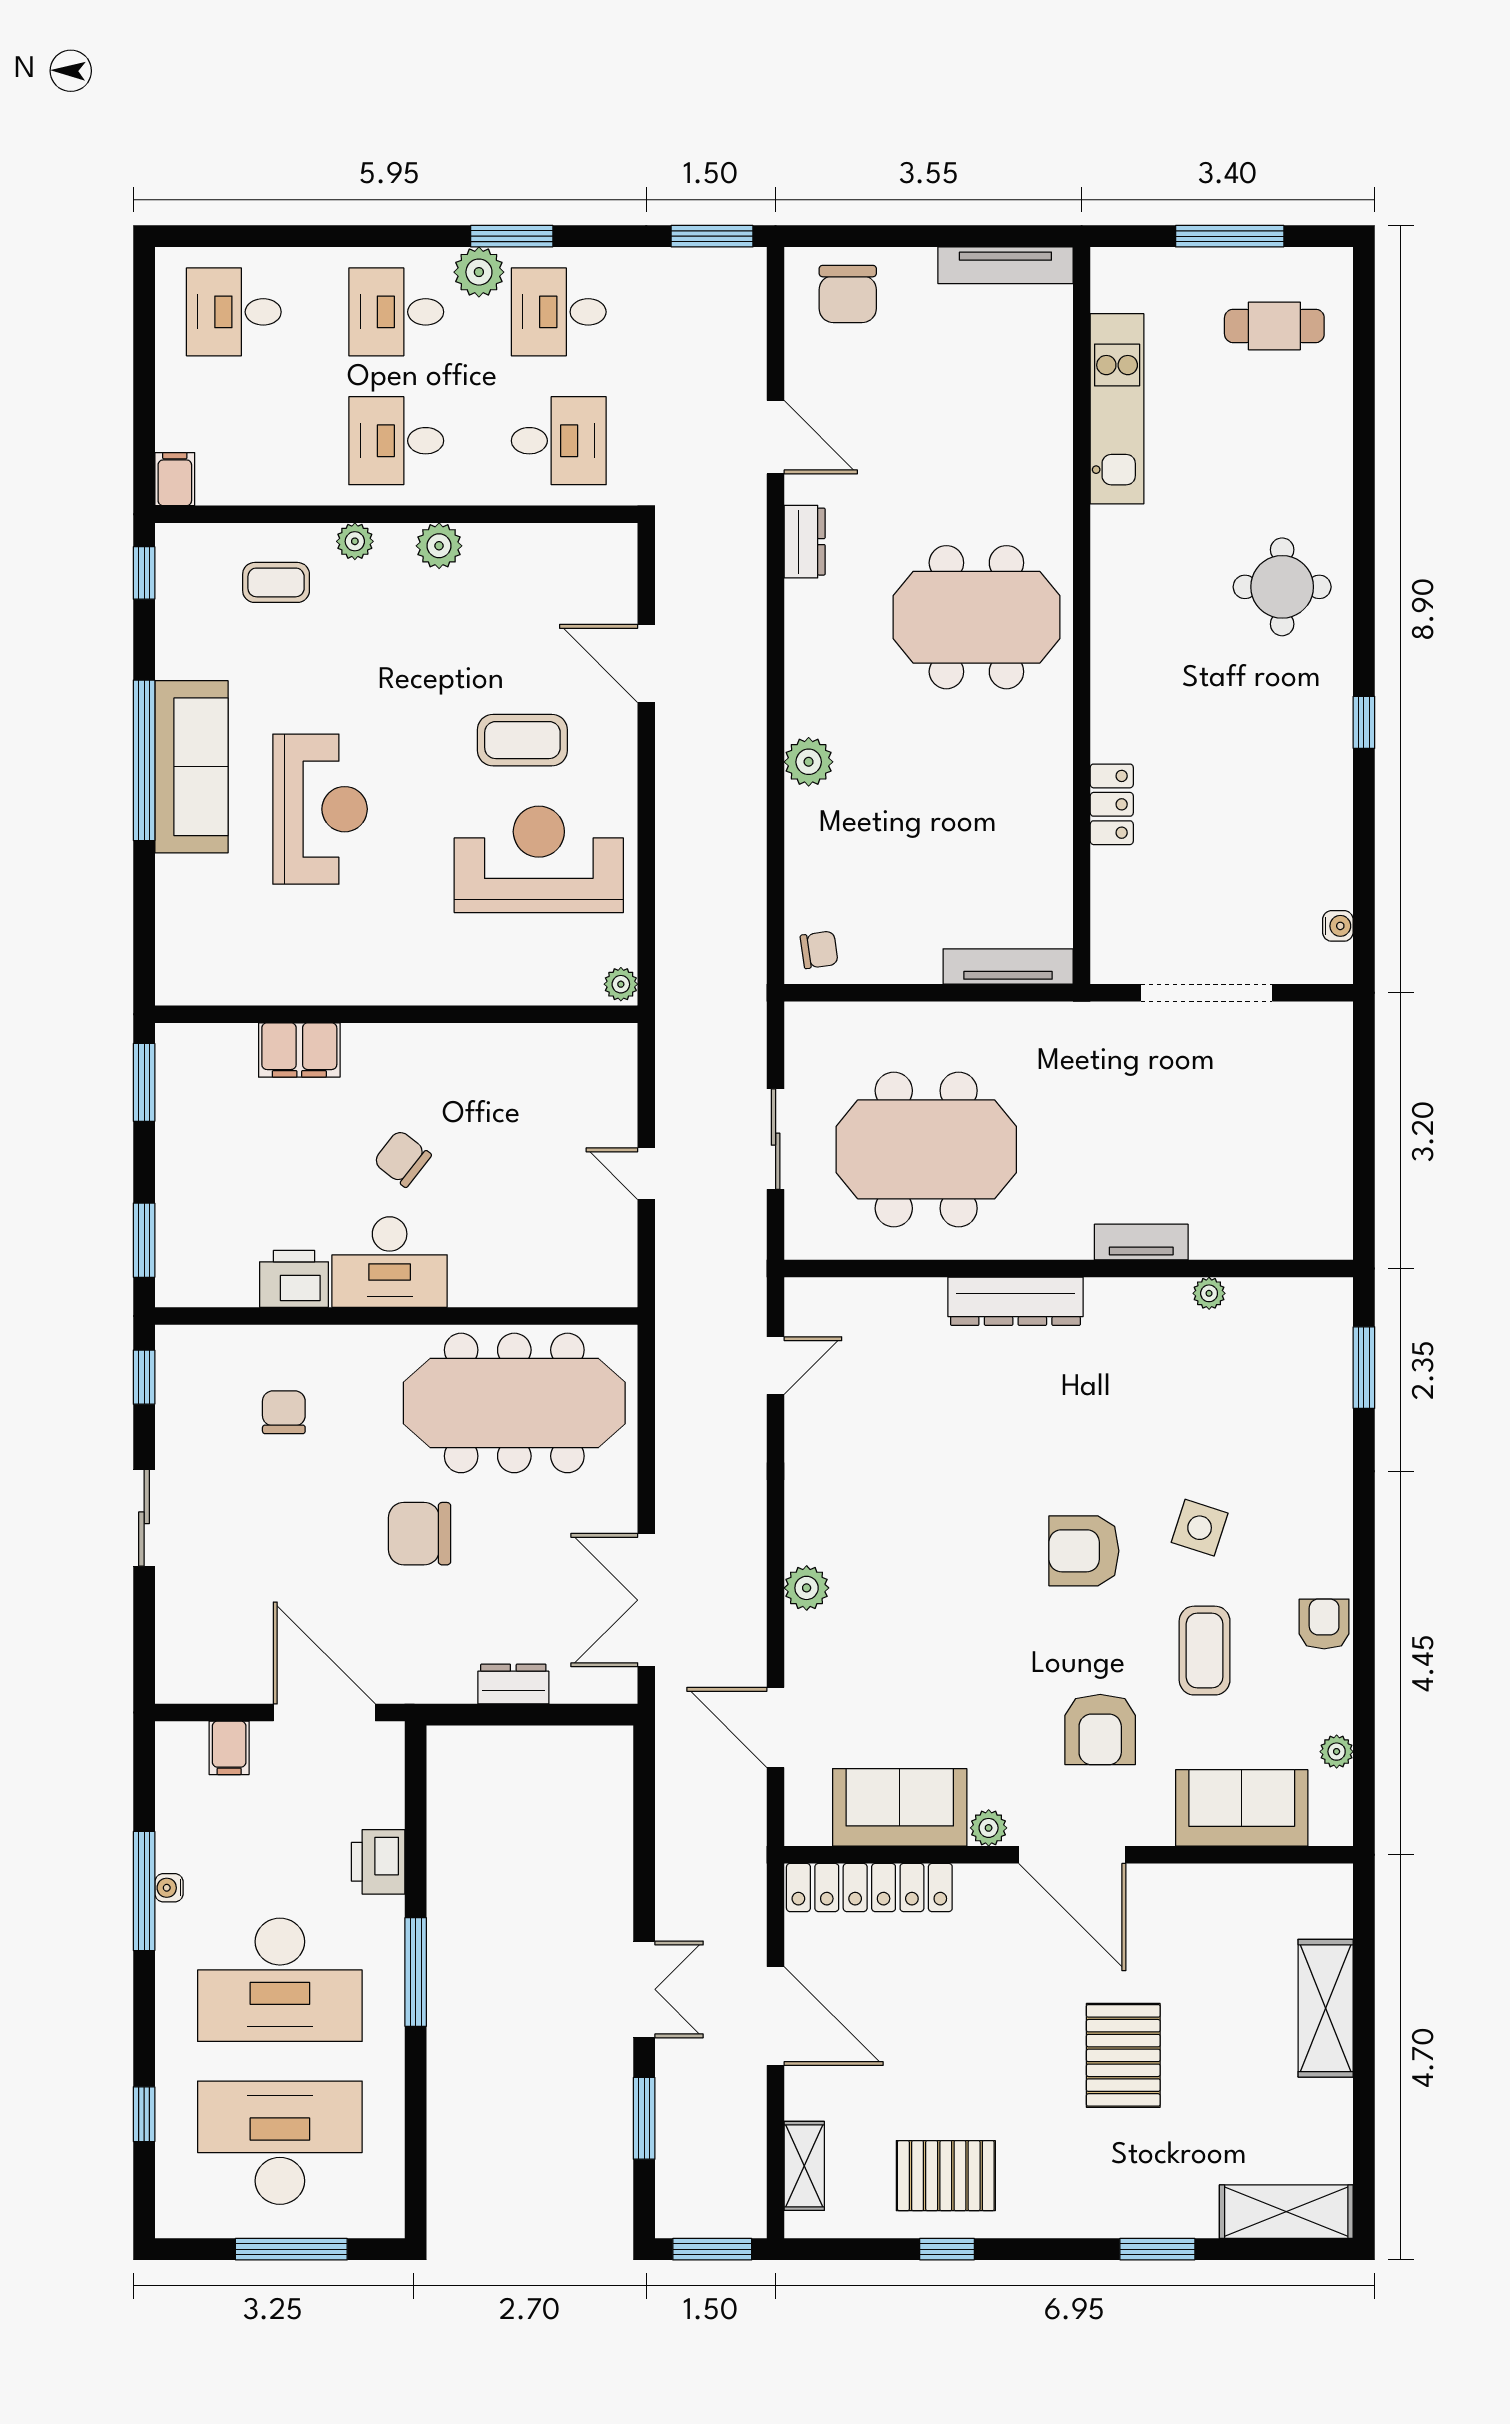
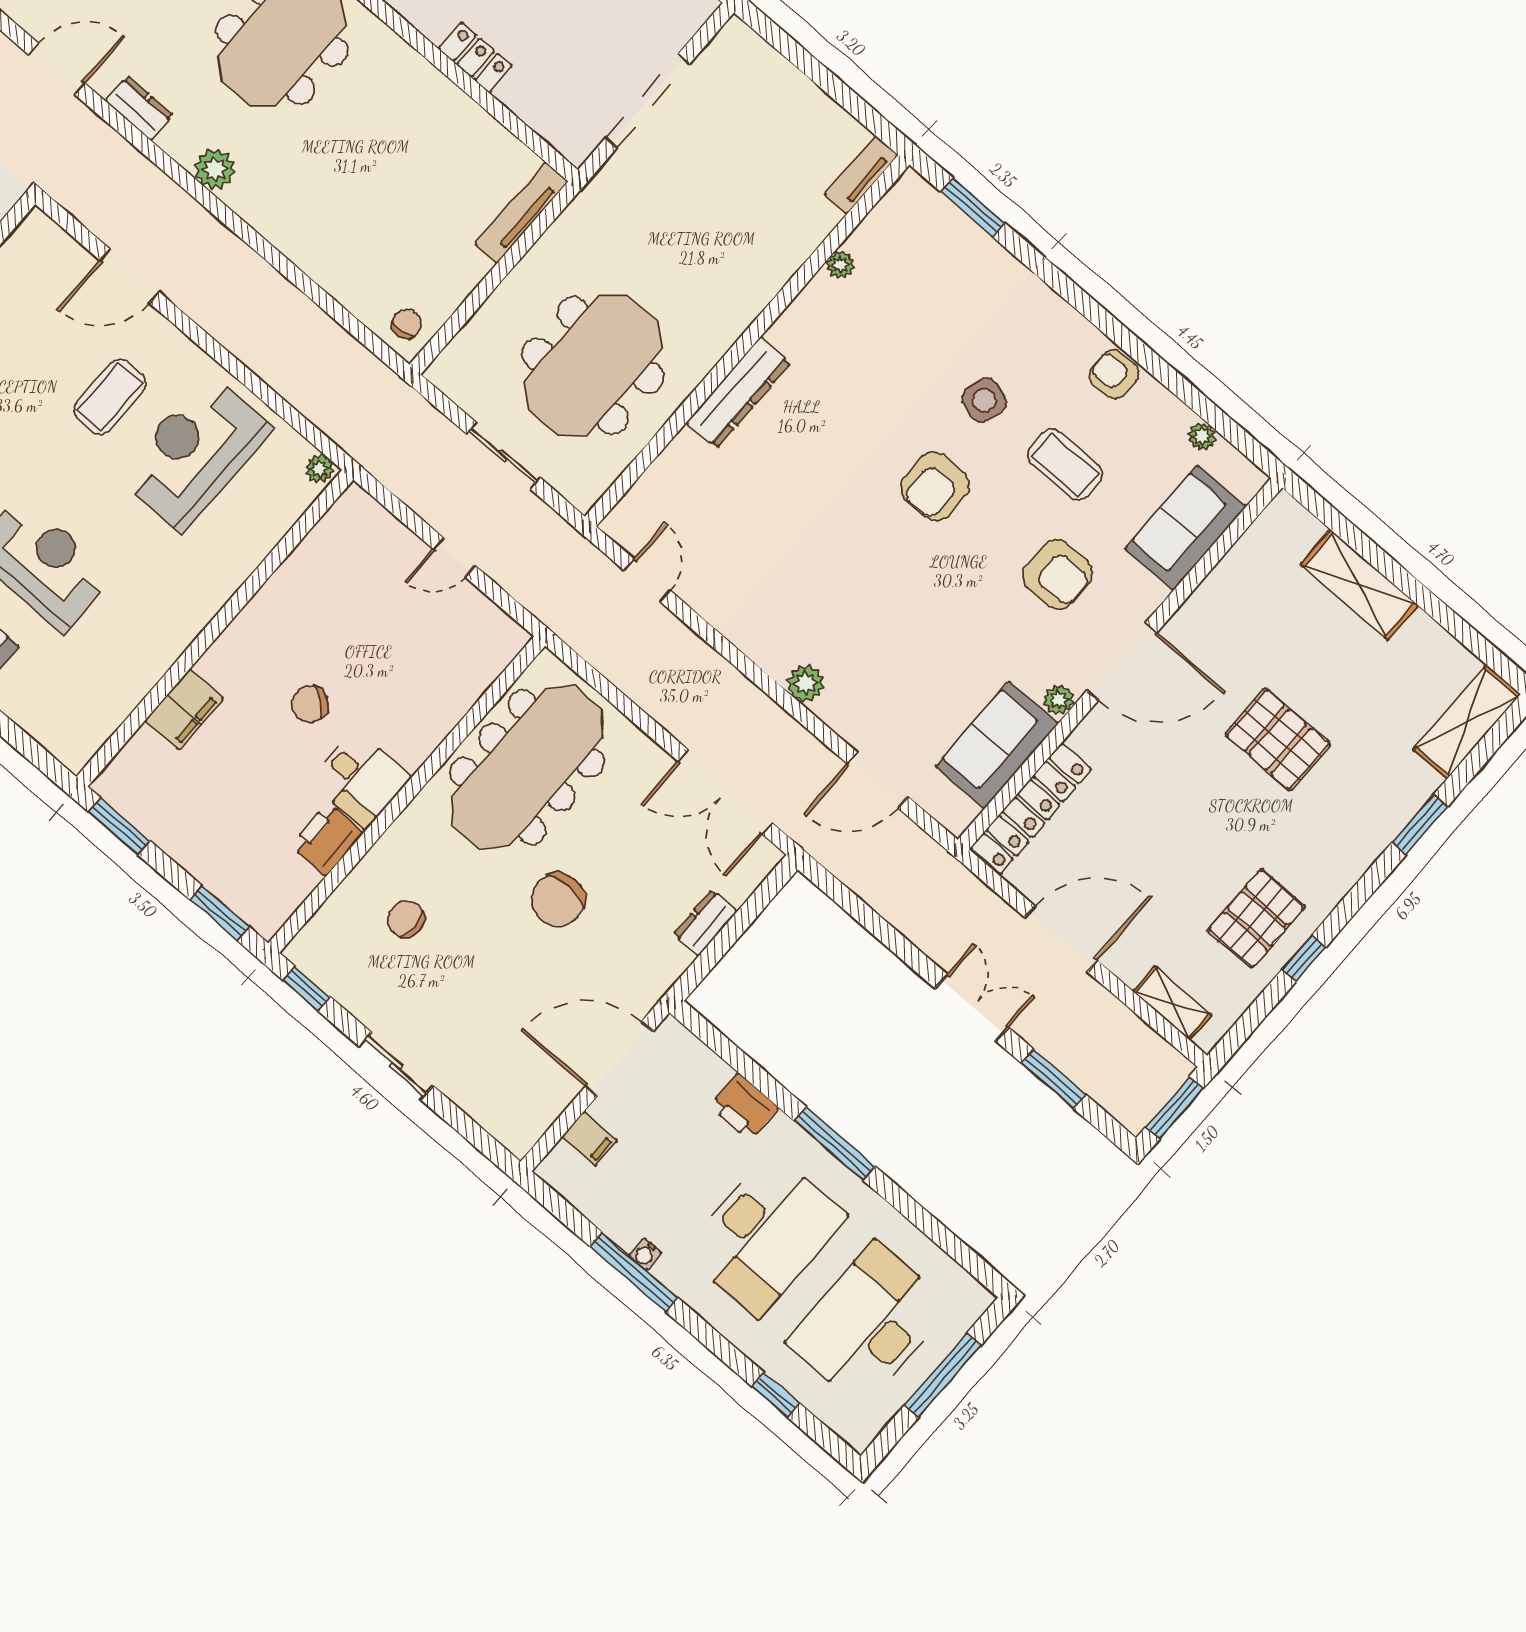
plant: (809, 762) -> (215, 169), moved
tv unit: (1141, 1242) -> (861, 175), moved
desk: (390, 1262) -> (360, 779), width x0.73

